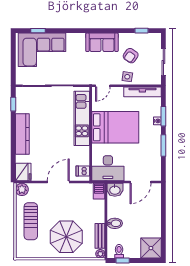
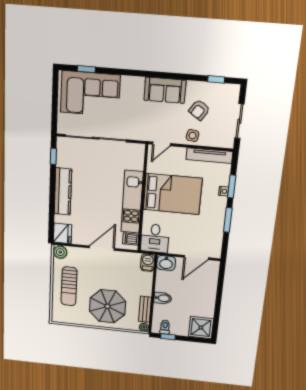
kitchen unit: (82, 118) -> (132, 202), moved
desk: (108, 168) -> (155, 238), width x0.73

